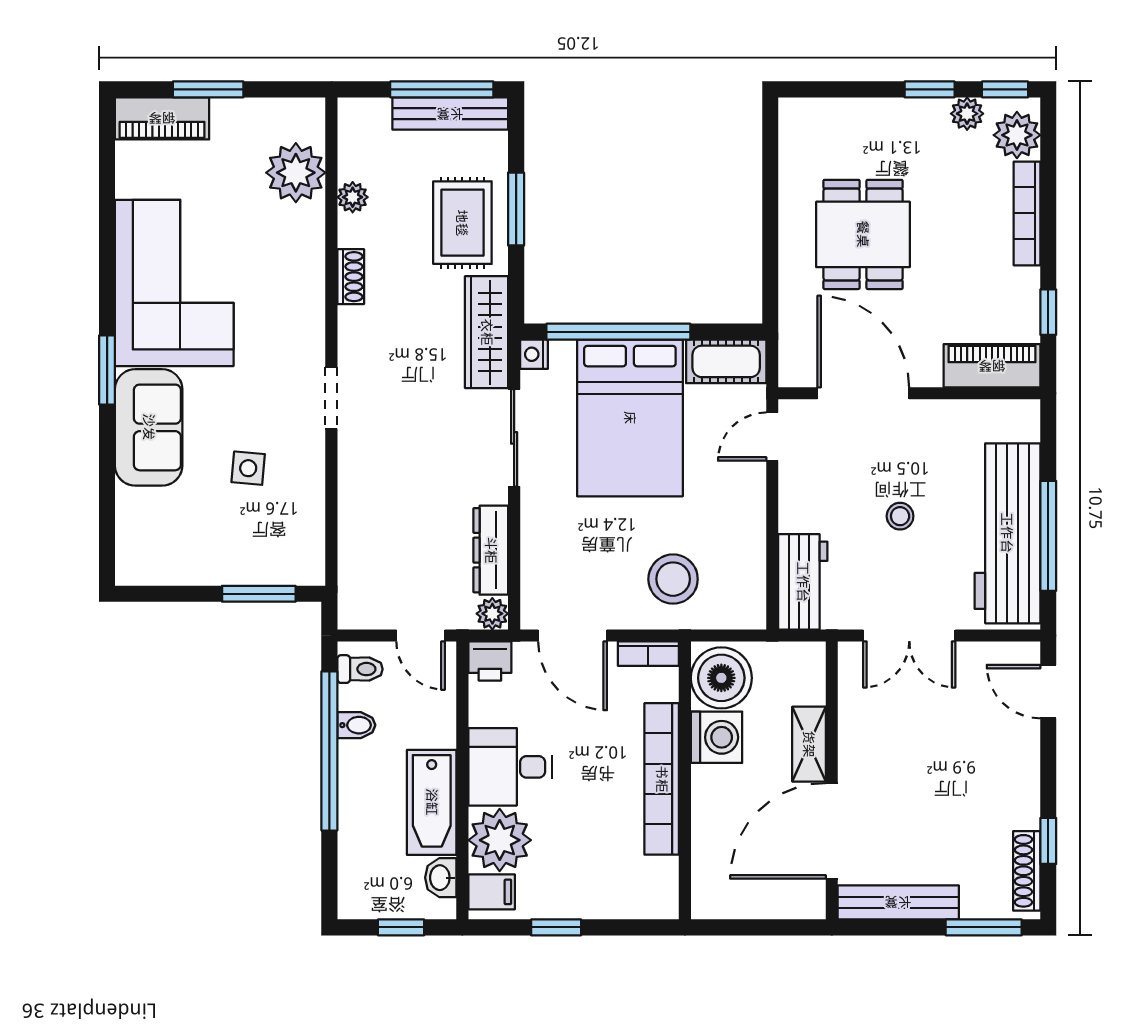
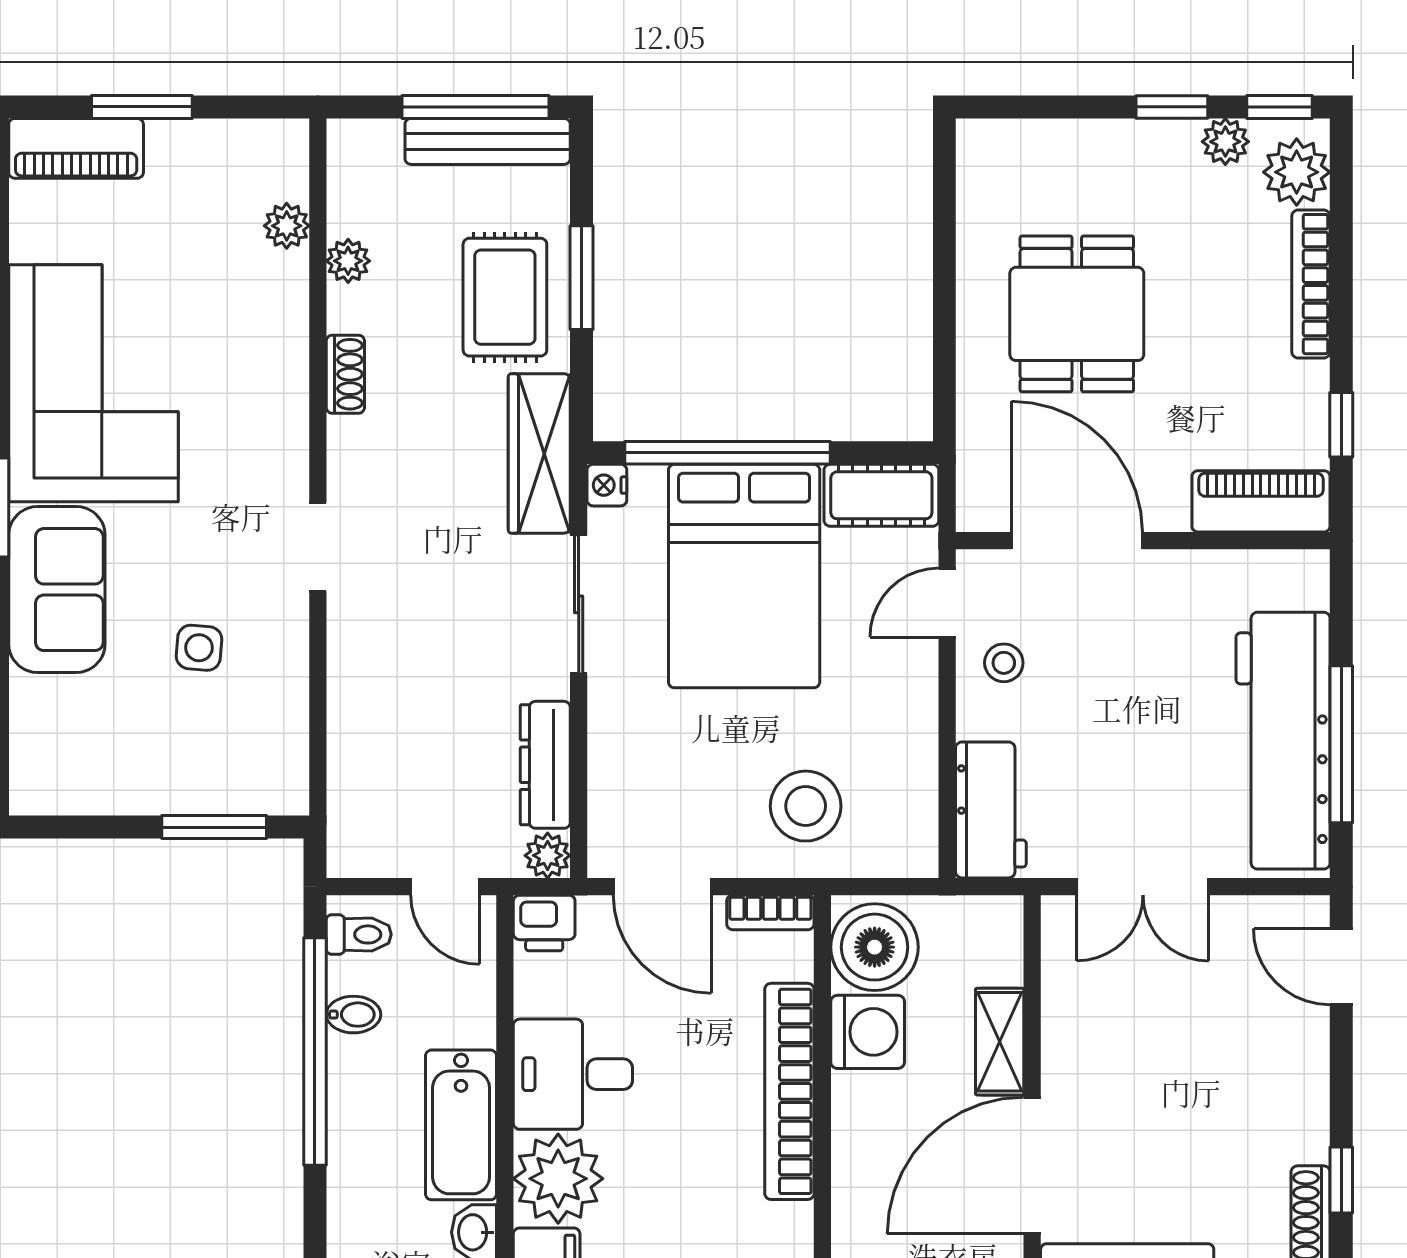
plant: (296, 173) -> (287, 226), width x0.53, depth x0.53
stool: (900, 516) -> (1004, 663), moved

